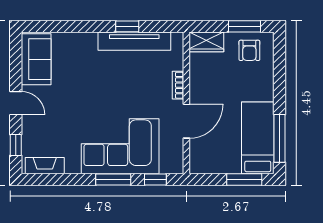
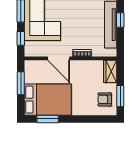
bed: (258, 138) -> (48, 100), width x1.50
window: (280, 138) -> (48, 119), width x0.69
window: (244, 179) -> (21, 83), moved

